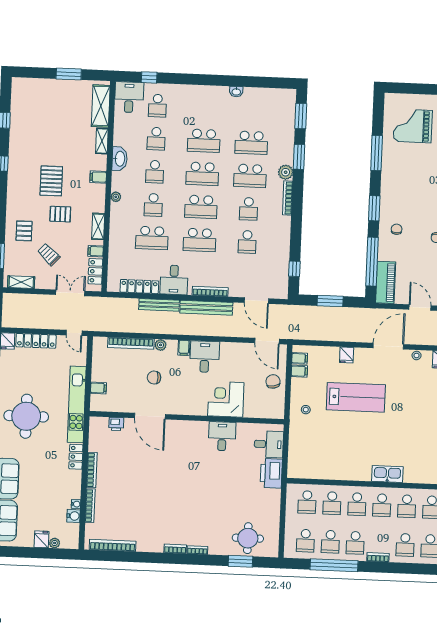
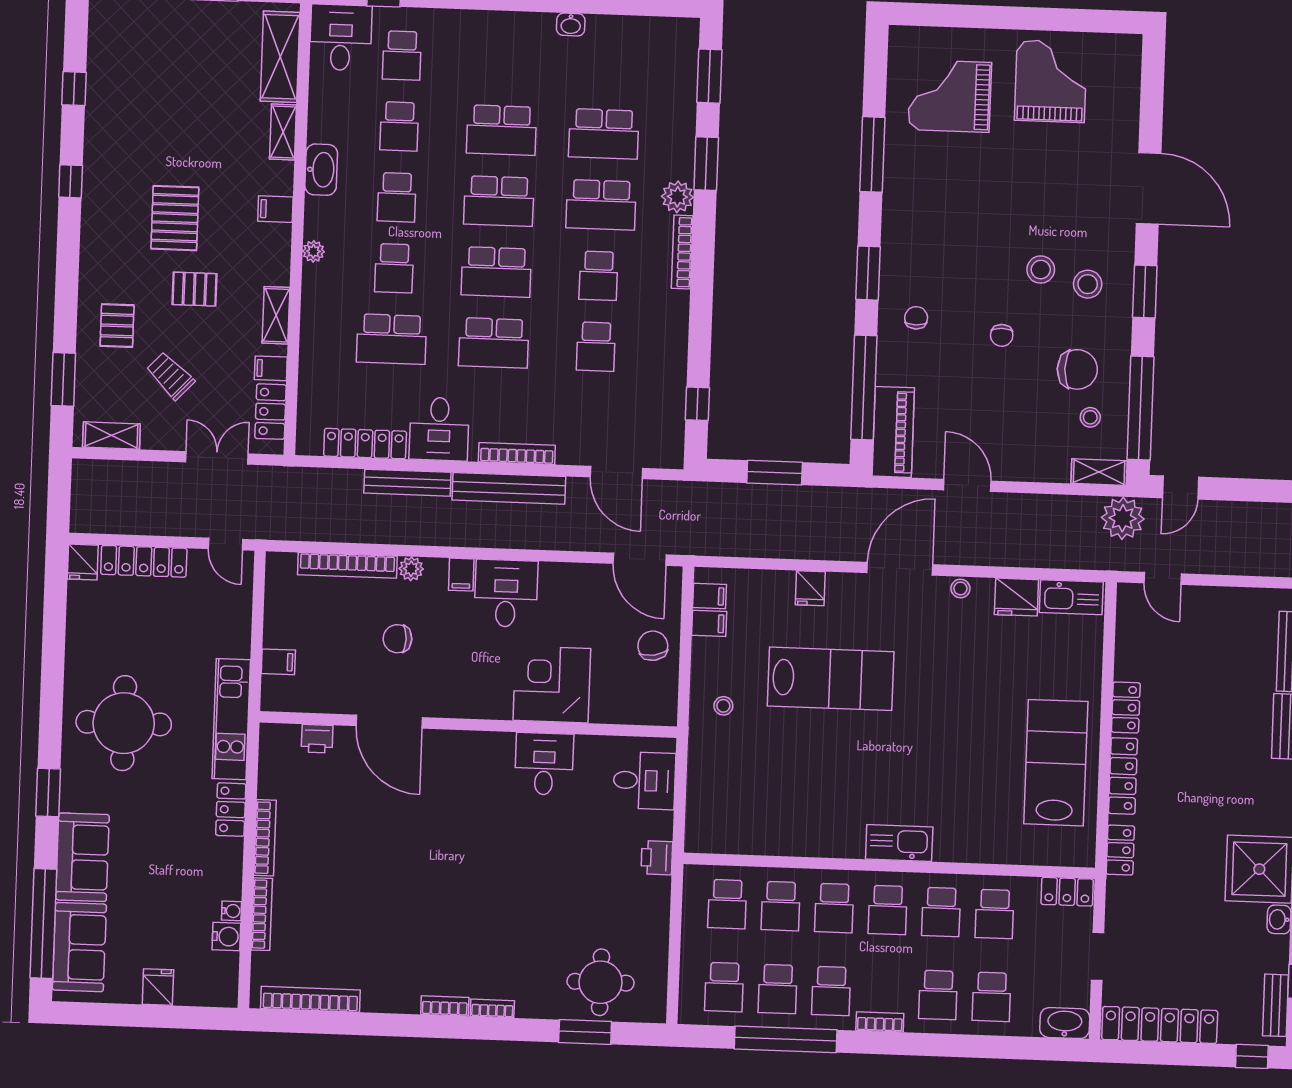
kitchen unit: (77, 404) -> (231, 719), width x0.73
printer: (271, 473) -> (657, 858), width x0.53, depth x0.68
plant: (55, 543) -> (186, 995), removed

